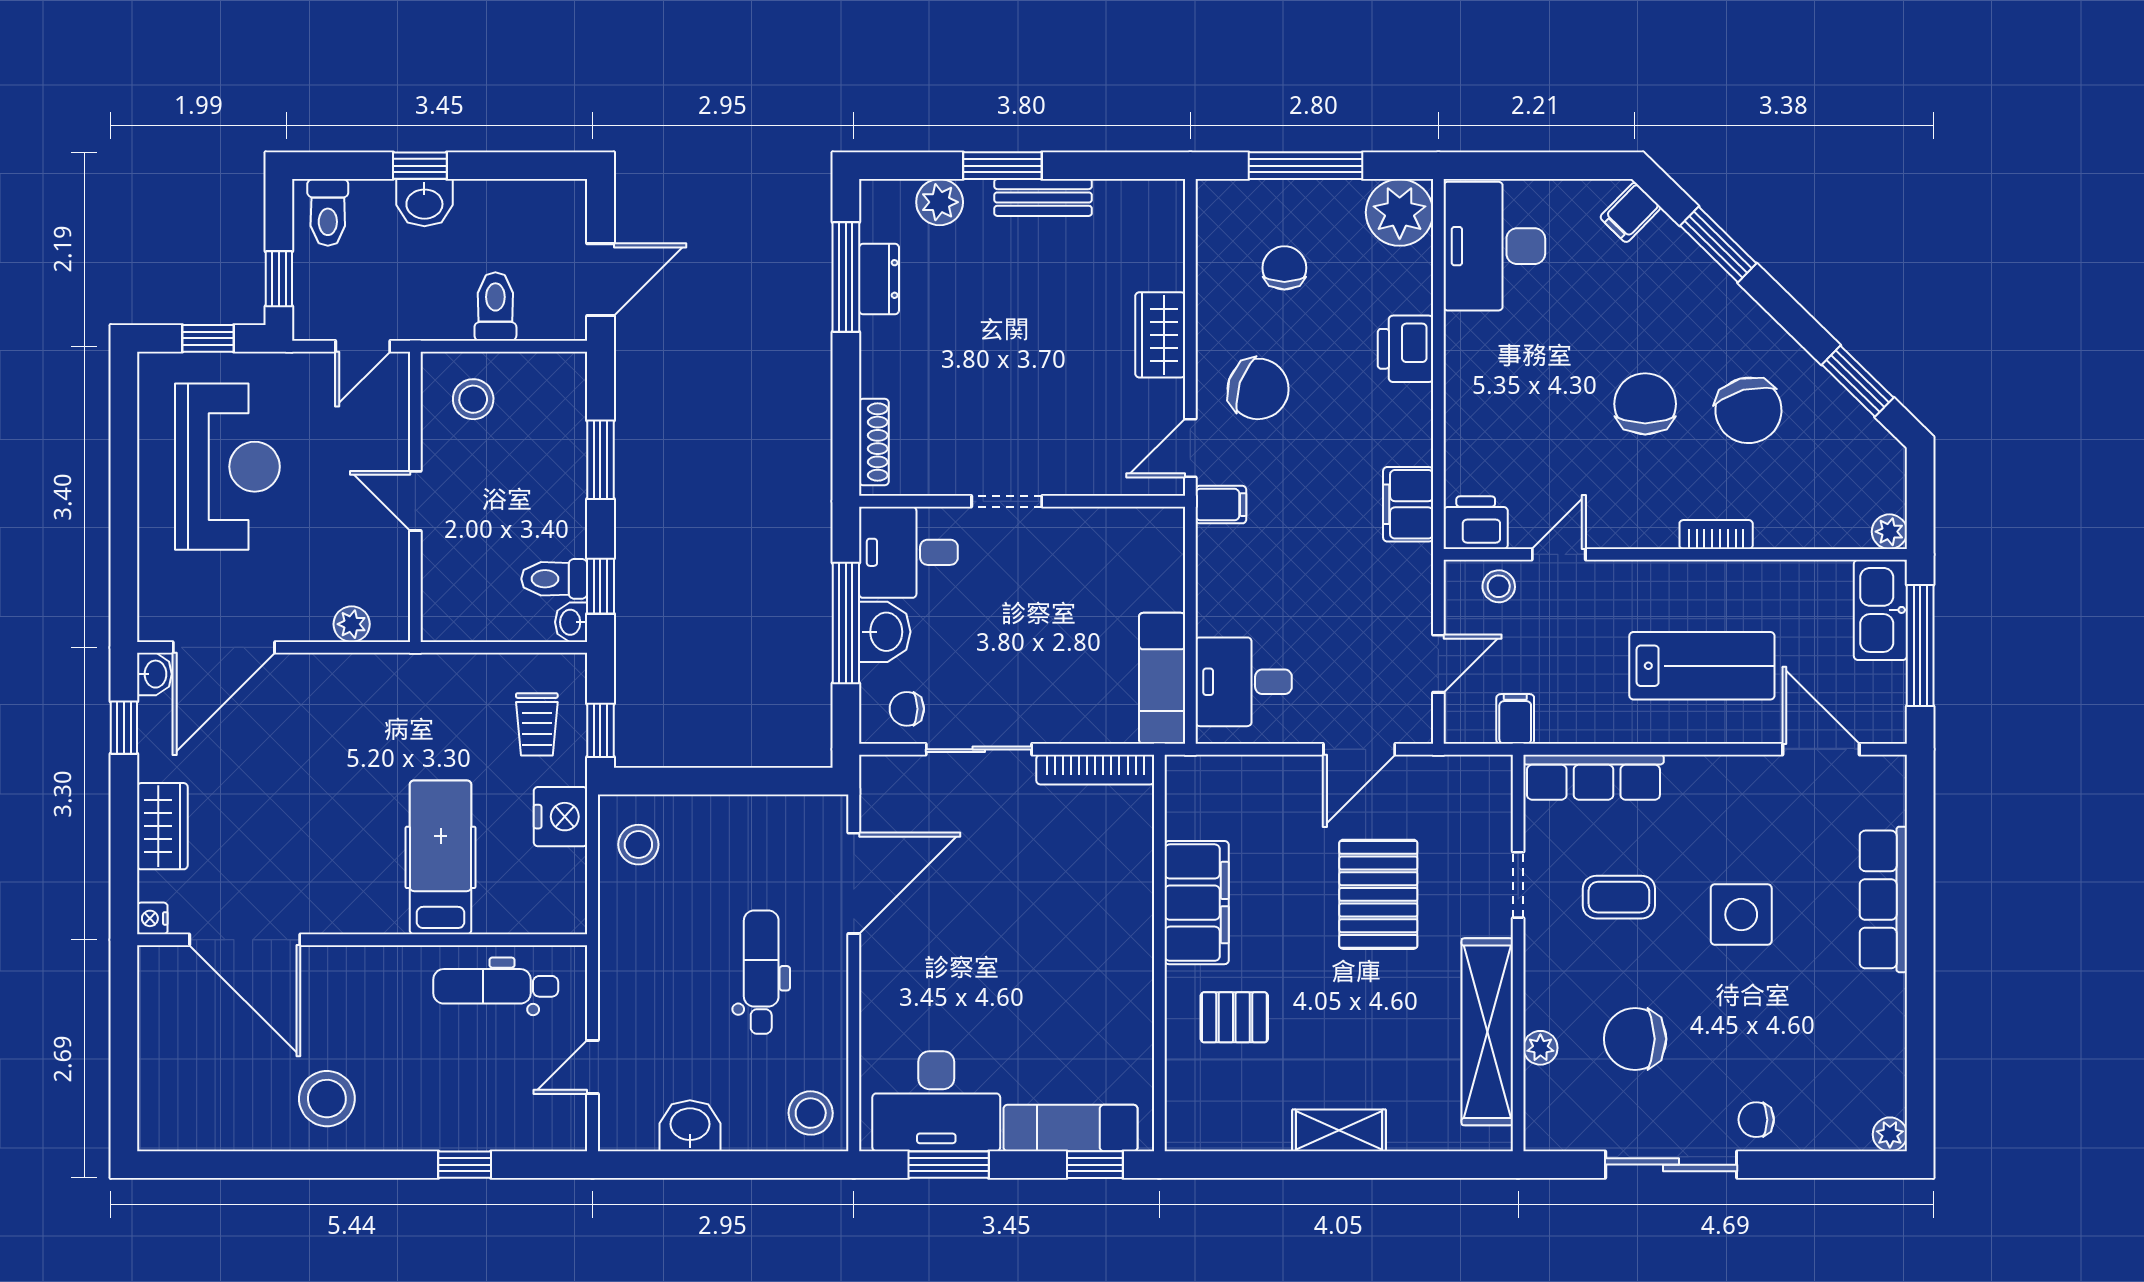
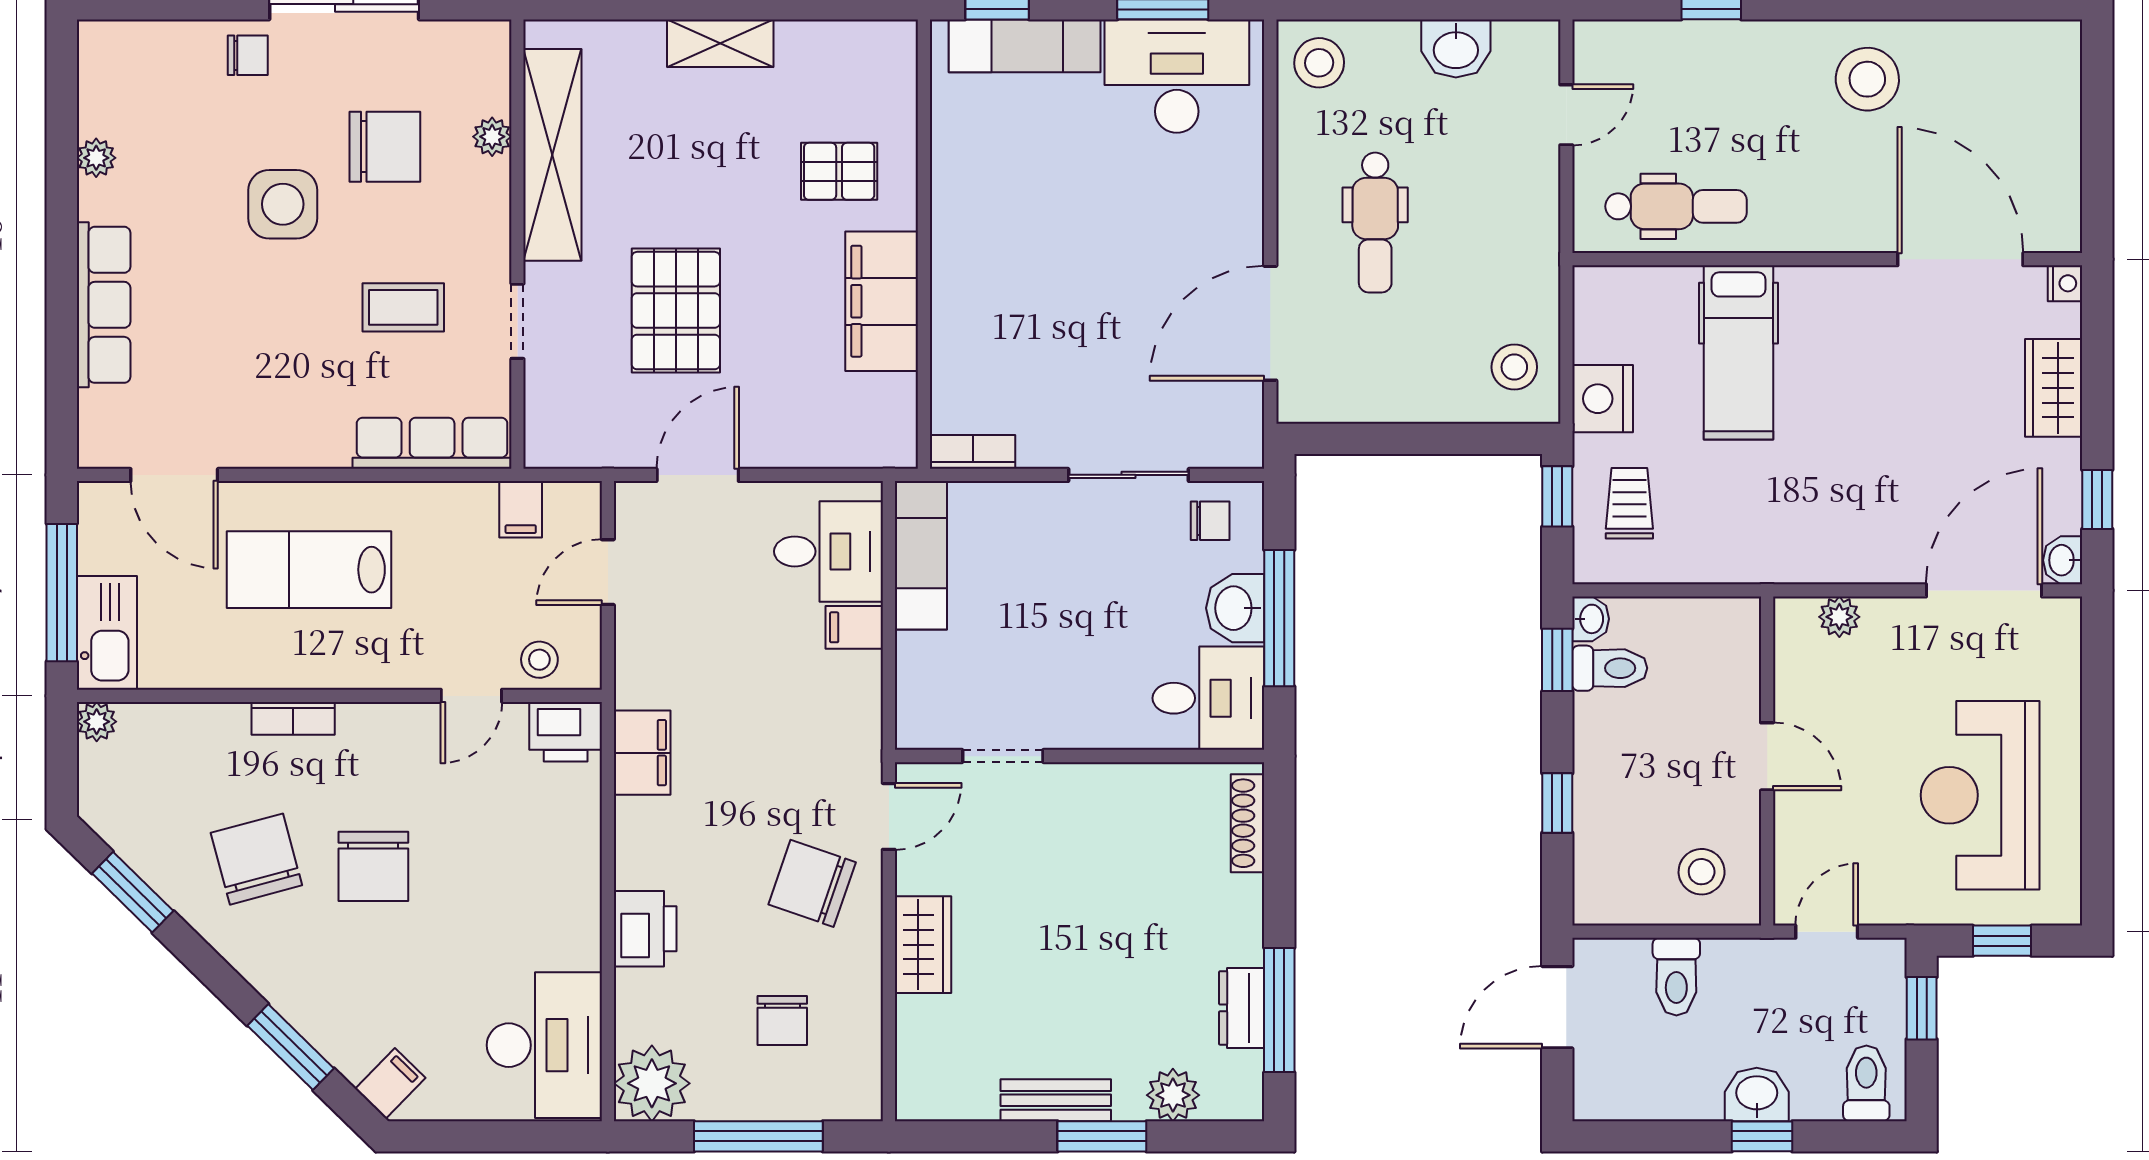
window: (600, 460) -> (1557, 803), width x0.67
doorway: (1007, 501) -> (1003, 756), moved
filing cabinet: (1221, 505) -> (854, 627), moved
bookcase: (1095, 770) -> (973, 452), width x0.64
side table: (1741, 915) -> (283, 204), moved
plant: (1890, 1134) -> (96, 158), moved

